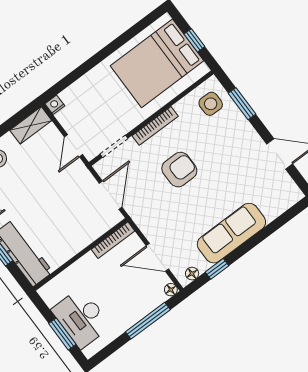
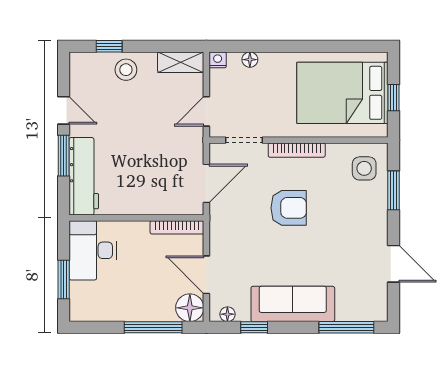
floor lamp: (77, 88) -> (250, 60), added
window: (280, 222) -> (346, 327), added
floor lamp: (171, 290) -> (190, 308), width x1.89, depth x1.89
desk: (81, 318) -> (93, 250), moved

